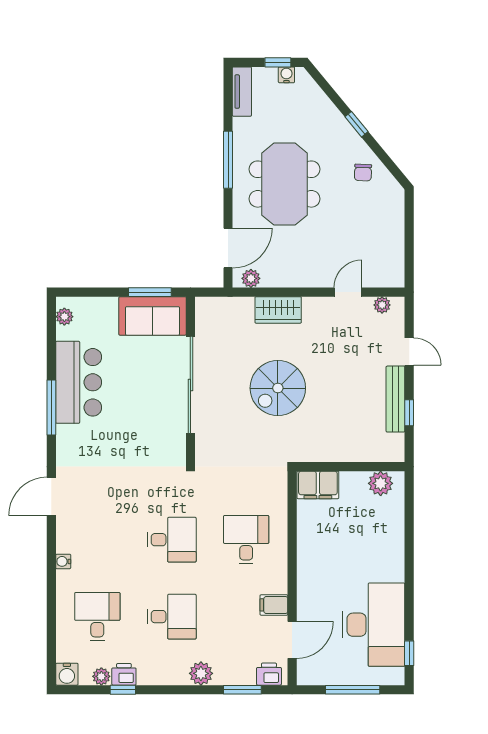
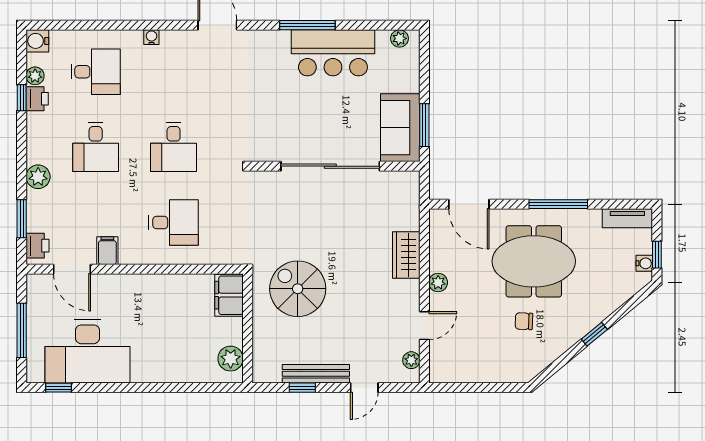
chair: (363, 173) -> (524, 321), moved
plant: (251, 278) -> (438, 282), moved
door: (348, 292) -> (424, 326), hinge flipped
spiral stairs: (278, 388) -> (298, 289), moved

